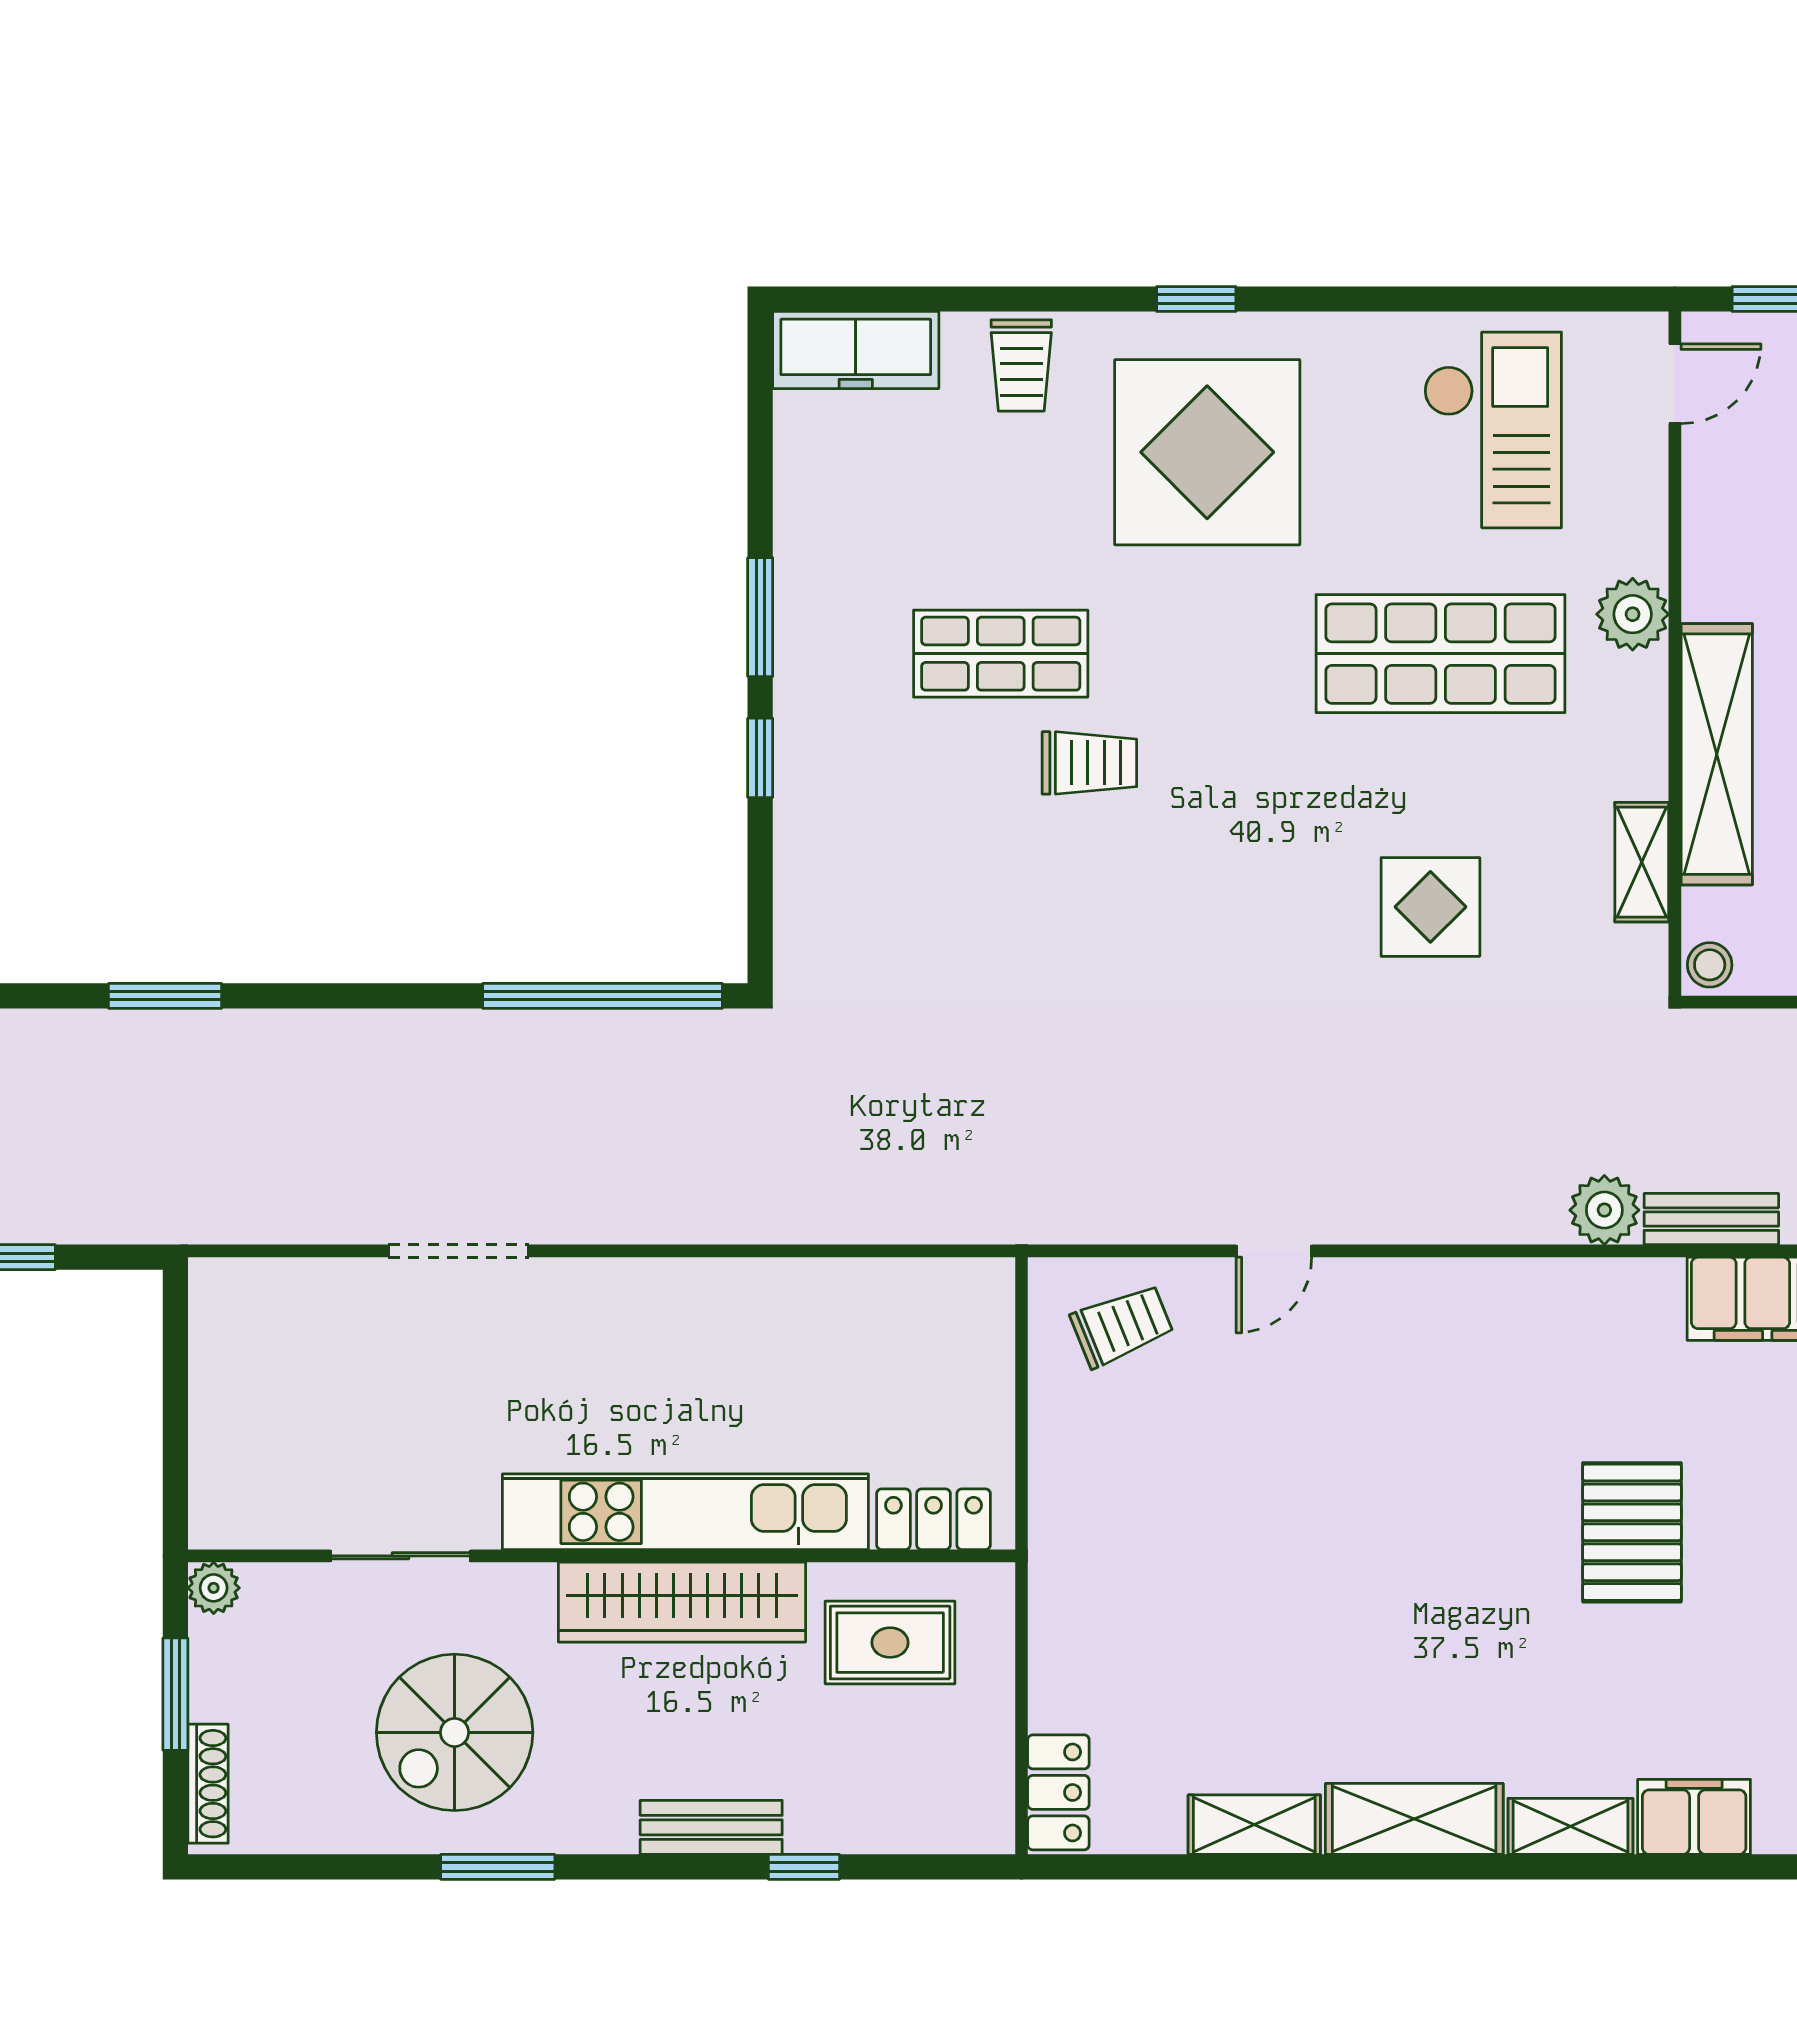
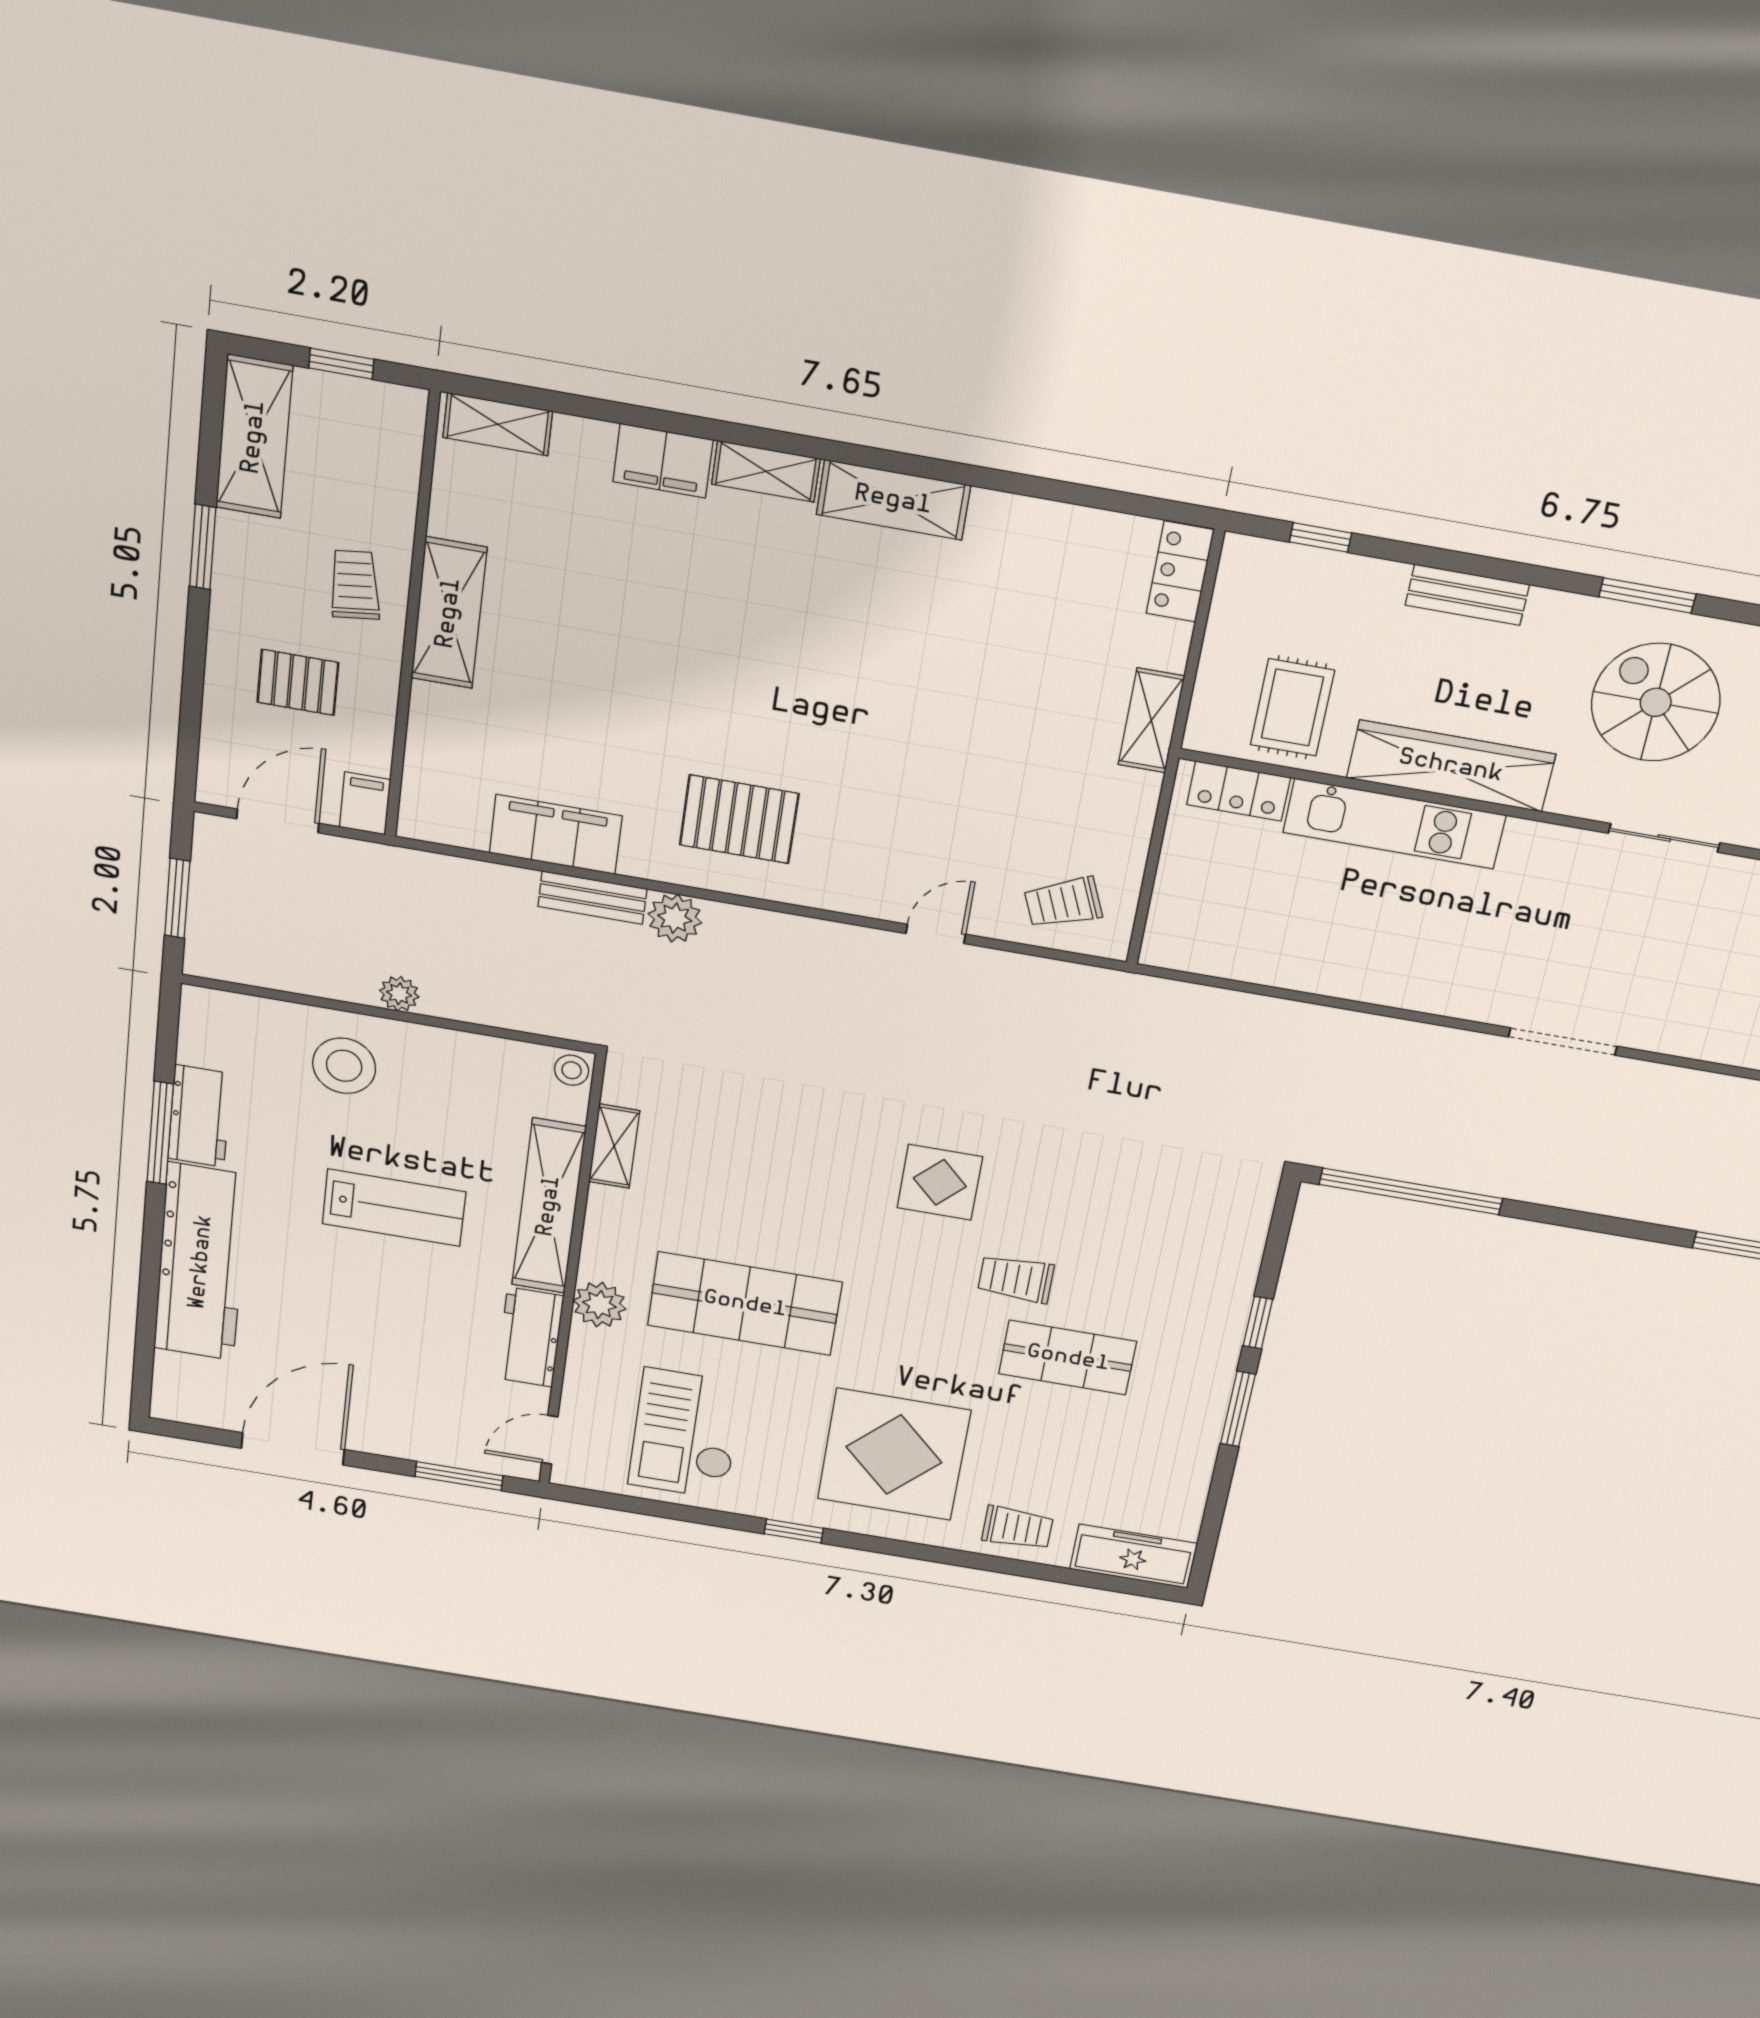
window: (1196, 299) -> (794, 1531), moved
trolley: (1021, 365) -> (1017, 1528), turned 90
workbench: (1719, 544) -> (530, 1337), added
display table: (1430, 907) -> (940, 1182), moved
kitchen unit: (685, 1512) -> (1394, 824), width x0.73
pallet: (1632, 1532) -> (739, 819), moved, turned 90
rug: (890, 1643) -> (1292, 708), turned 90
spiral stairs: (455, 1732) -> (1656, 702), turned -90
shelving: (1254, 1825) -> (1151, 720), moved, turned 90
window: (804, 1867) -> (1320, 537), moved

